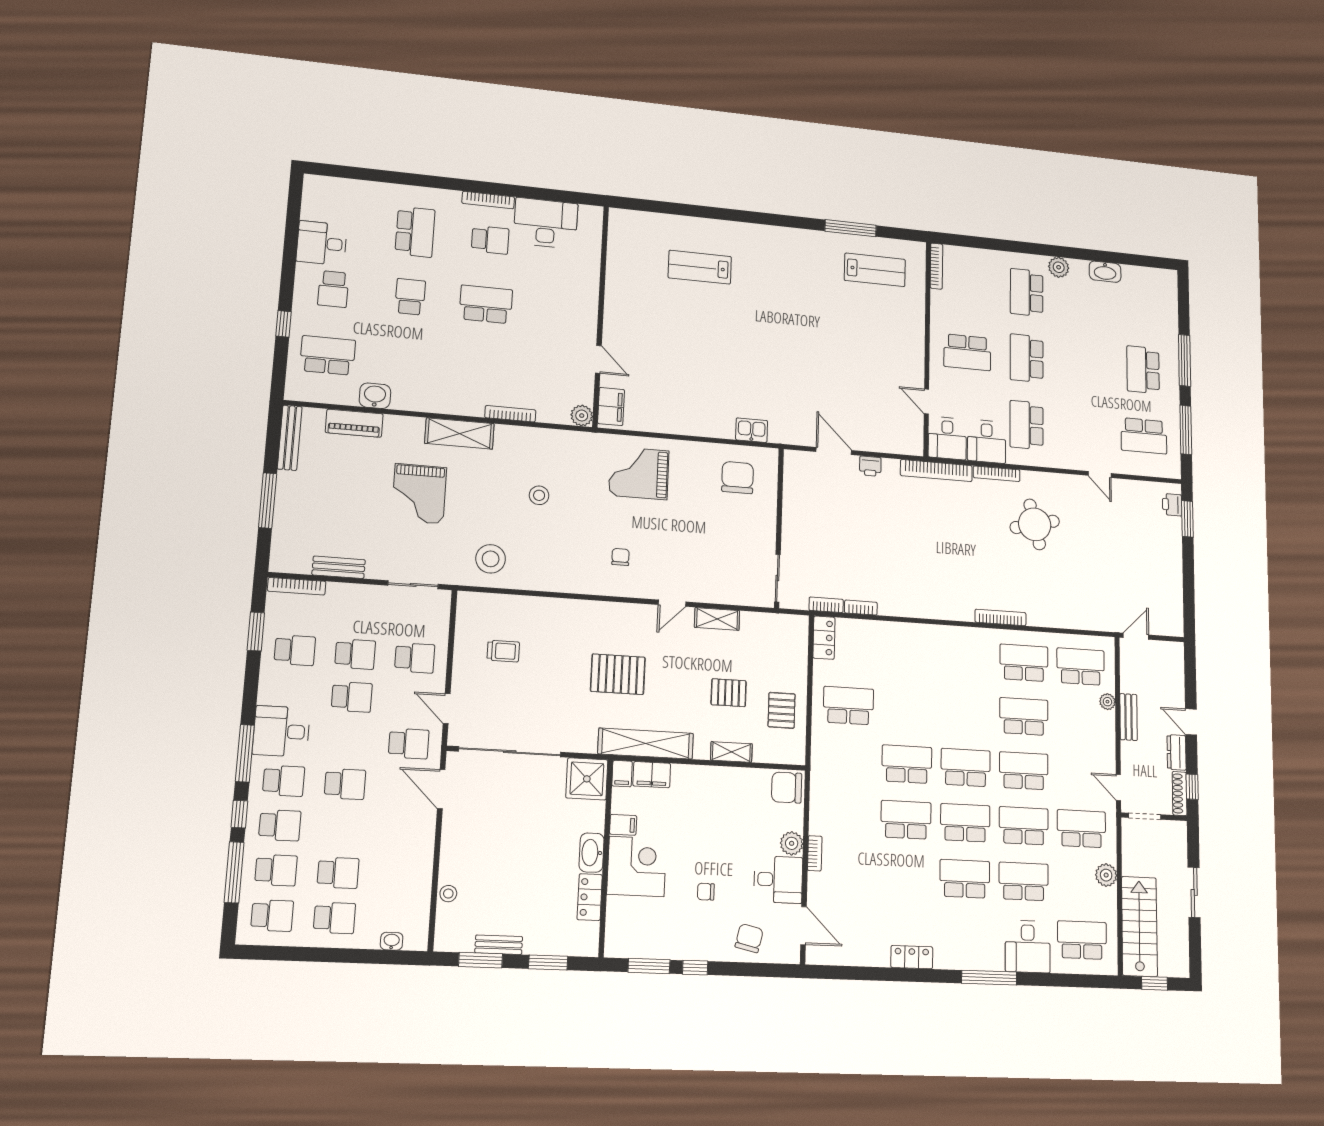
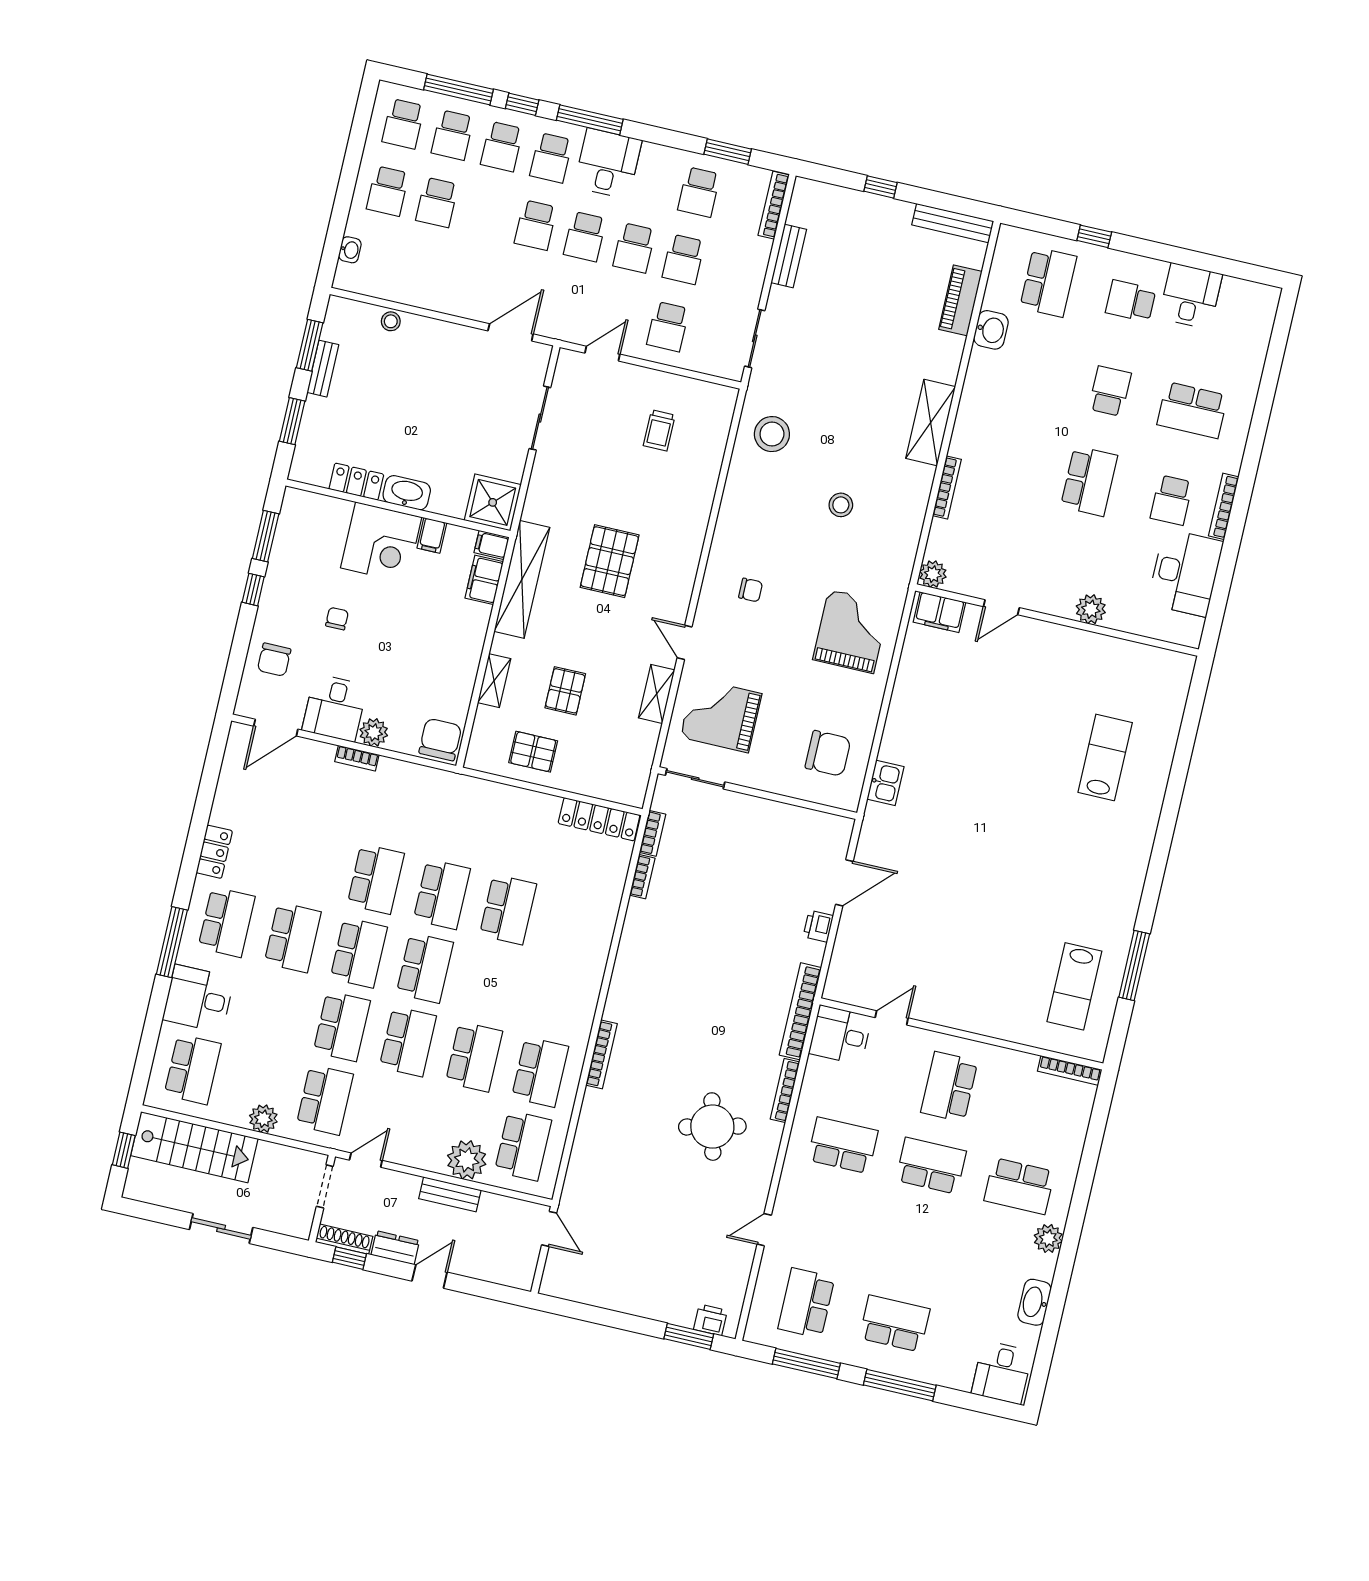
plant: (587, 291) -> (1091, 609), added
school desk: (1027, 292) -> (1019, 1186), turned 180
school desk: (410, 297) -> (1110, 391), turned -90
desk: (987, 441) -> (1002, 1372), moved, turned -90
grand piano: (419, 494) -> (721, 715), moved
window: (268, 501) -> (880, 187), width x0.46
locker: (824, 638) -> (599, 819), width x1.53
plant: (1107, 702) -> (467, 1160), width x1.87, depth x1.87
school desk: (848, 706) -> (508, 910), moved
school desk: (409, 744) -> (585, 237), moved
sliding door: (510, 752) -> (540, 418), width x0.54
school desk: (1024, 881) -> (227, 922), moved
chair: (749, 938) -> (274, 660), turned 77

